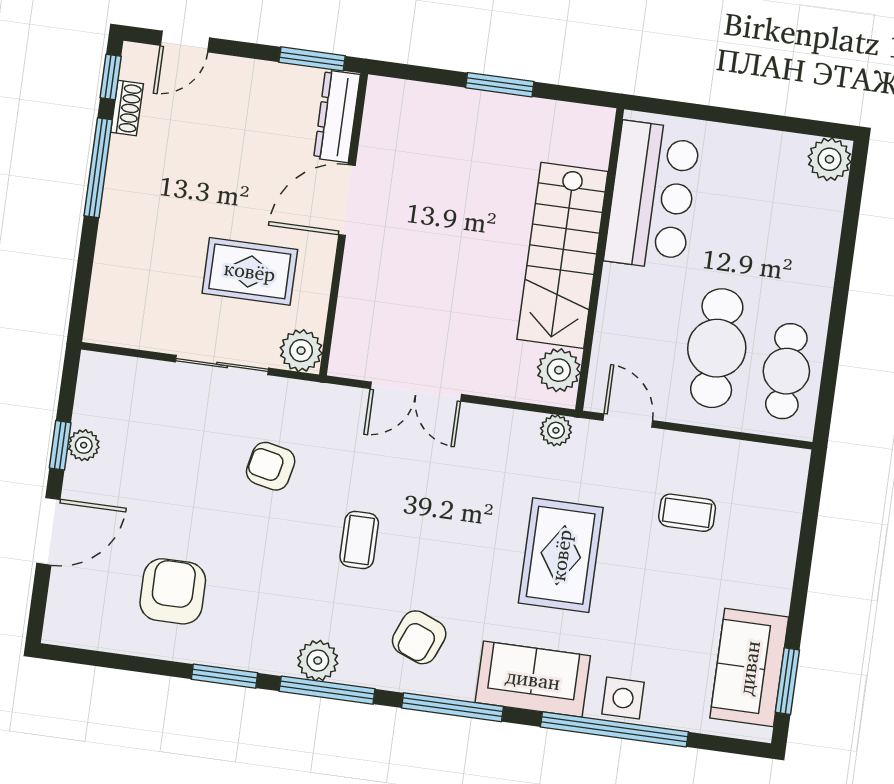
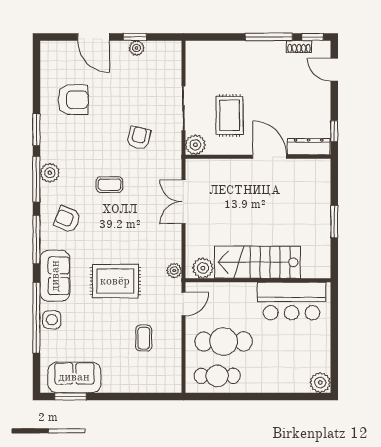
window: (312, 59) -> (334, 131), width x0.67

